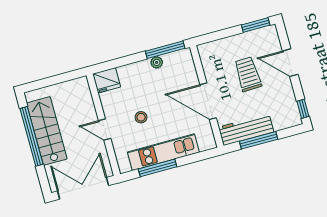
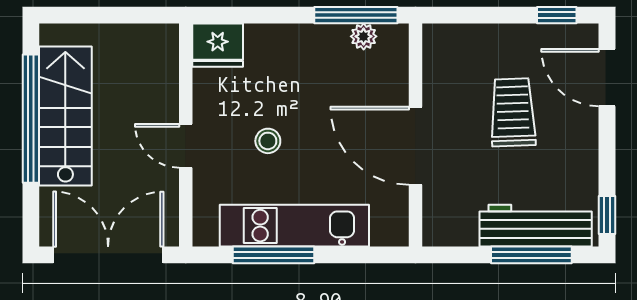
window: (256, 25) -> (557, 15), width x0.67
plant: (157, 62) -> (364, 36), moved
door: (290, 63) -> (607, 78), moved
workbench: (246, 129) -> (536, 226), moved
window: (259, 140) -> (531, 255), moved

